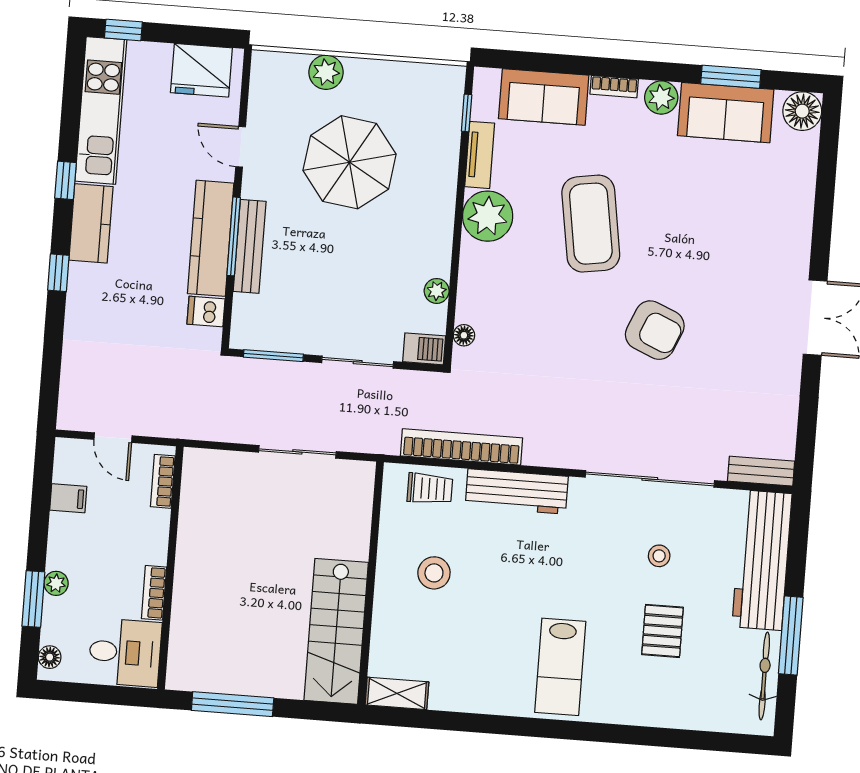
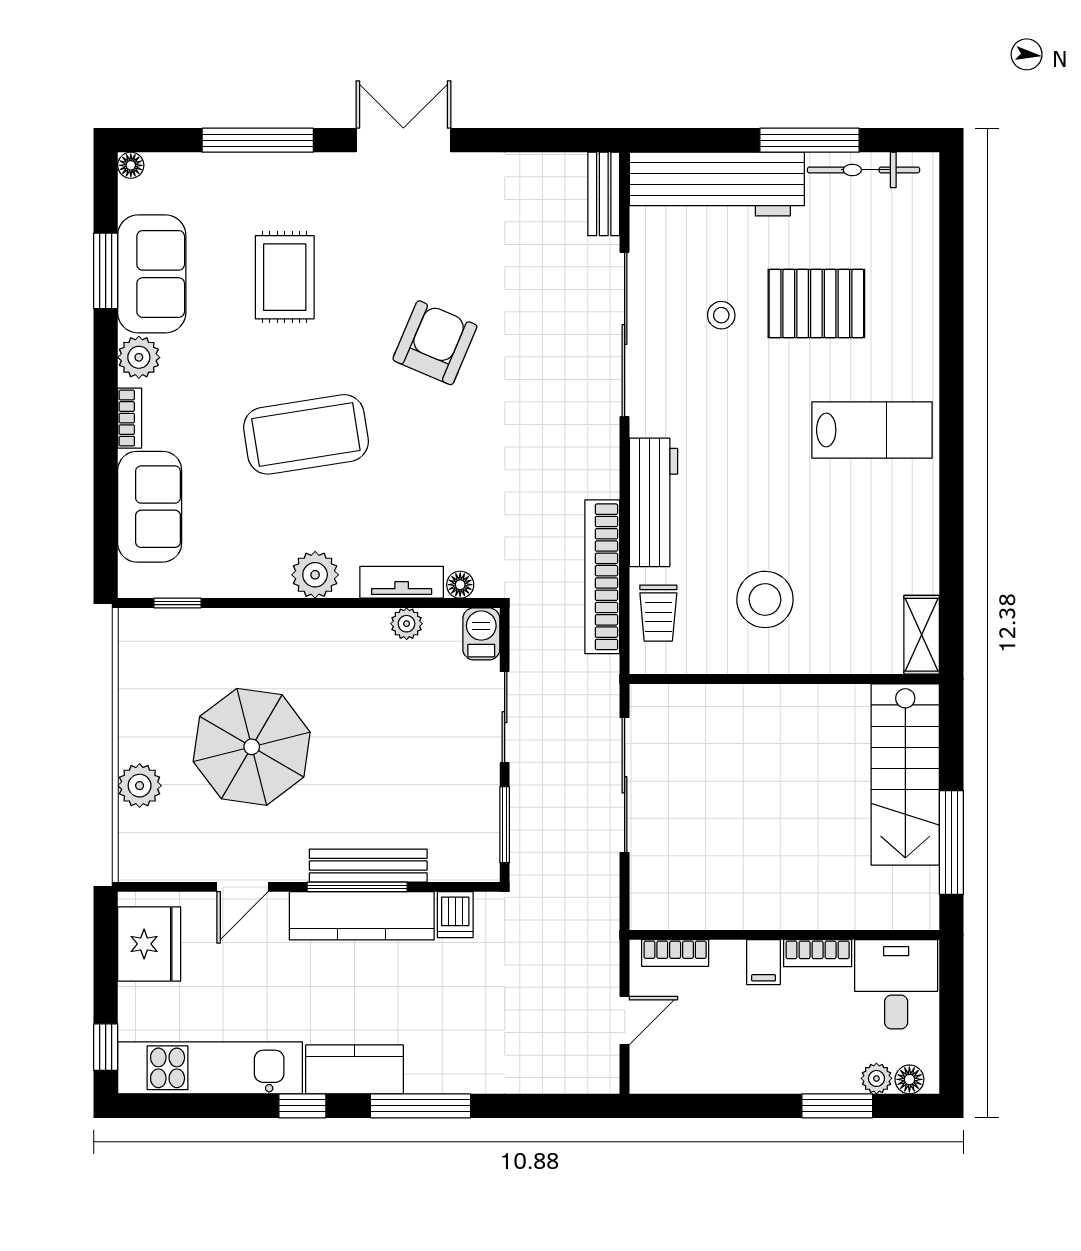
floor lamp: (802, 111) -> (131, 165), width x0.53, depth x0.53
tv unit: (480, 155) -> (402, 582), moved
window: (824, 204) -> (258, 140), added
plant: (488, 216) -> (315, 575), width x0.73, depth x0.73
rug: (715, 216) -> (285, 277), added
window: (58, 273) -> (420, 1106), width x2.17
sliding door: (297, 452) -> (625, 785), width x1.37
trolley: (430, 489) -> (658, 613), turned 180
filing cabinet: (68, 498) -> (764, 962), moved, turned 180
stool: (434, 573) -> (765, 599), width x1.38, depth x1.38
plant: (56, 583) -> (876, 1078), moved
stairs: (336, 631) -> (905, 774), moved, turned 90
pallet: (662, 631) -> (816, 304), width x1.50, depth x1.42

